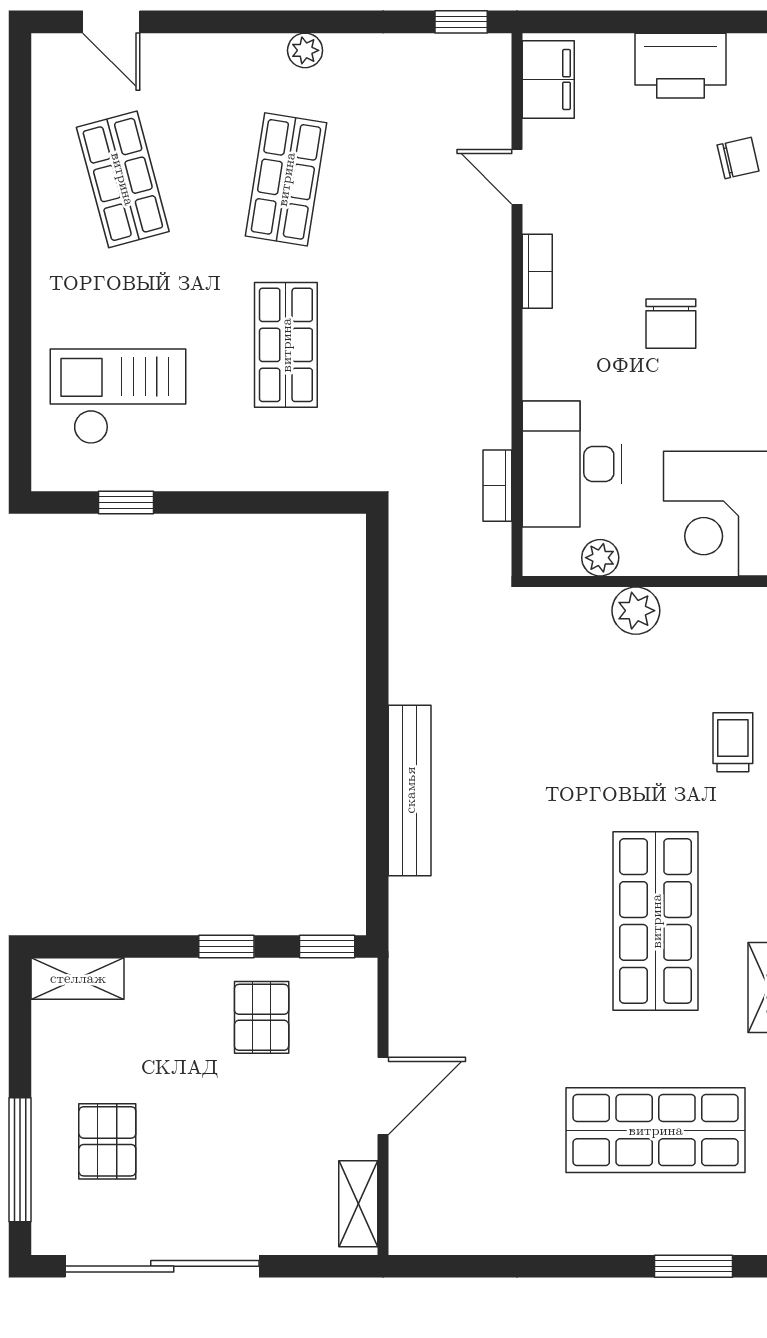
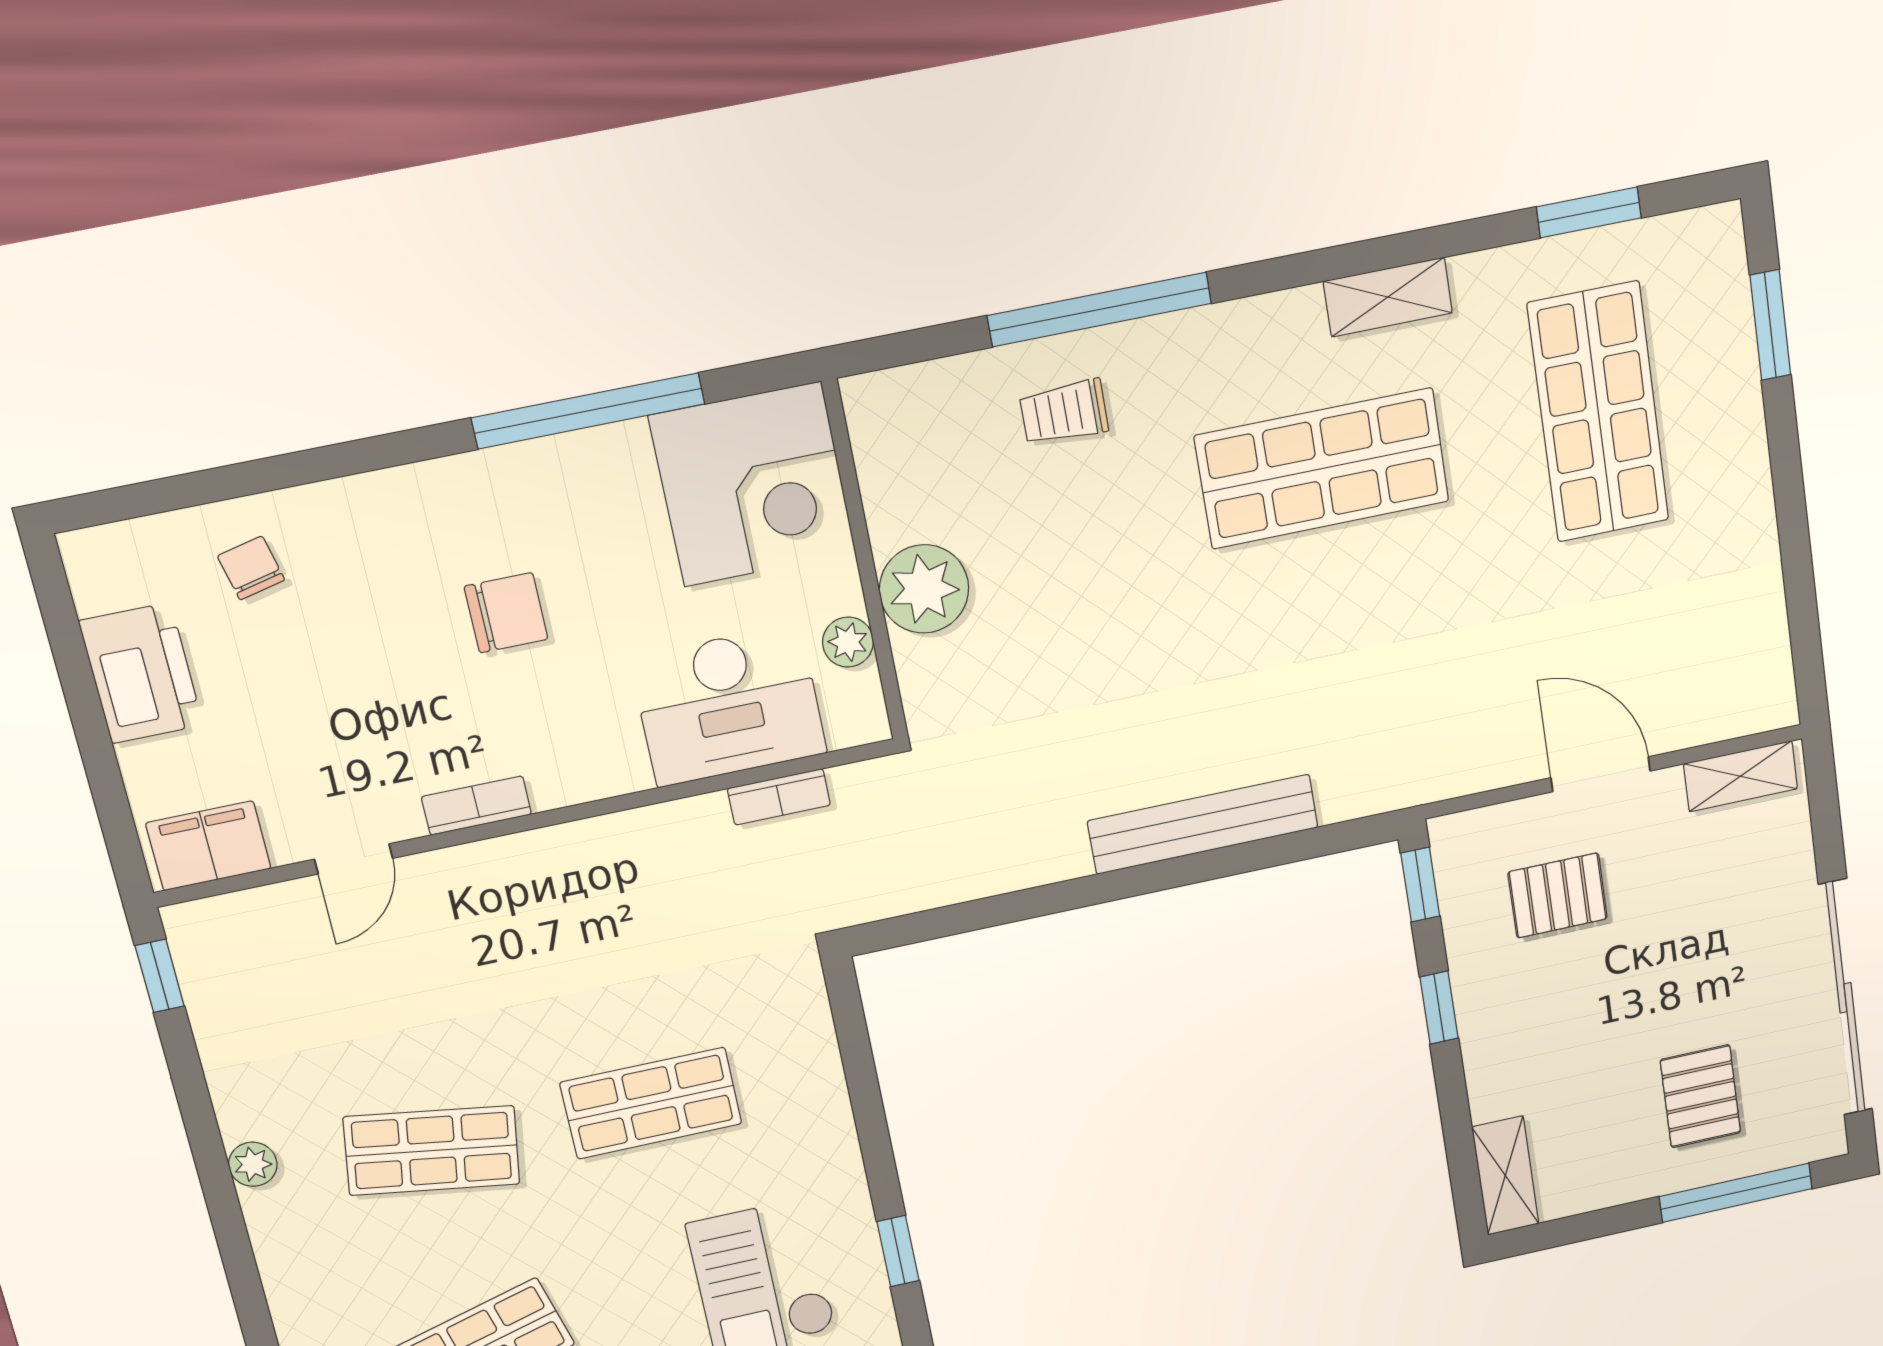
plant: (636, 611) -> (924, 589), width x1.36, depth x1.36
pallet: (262, 1017) -> (1558, 895), moved
pallet: (107, 1141) -> (1700, 1096), turned 90

